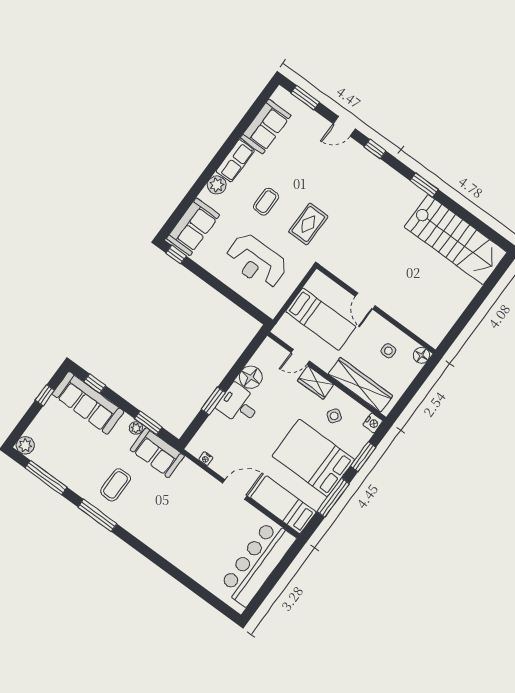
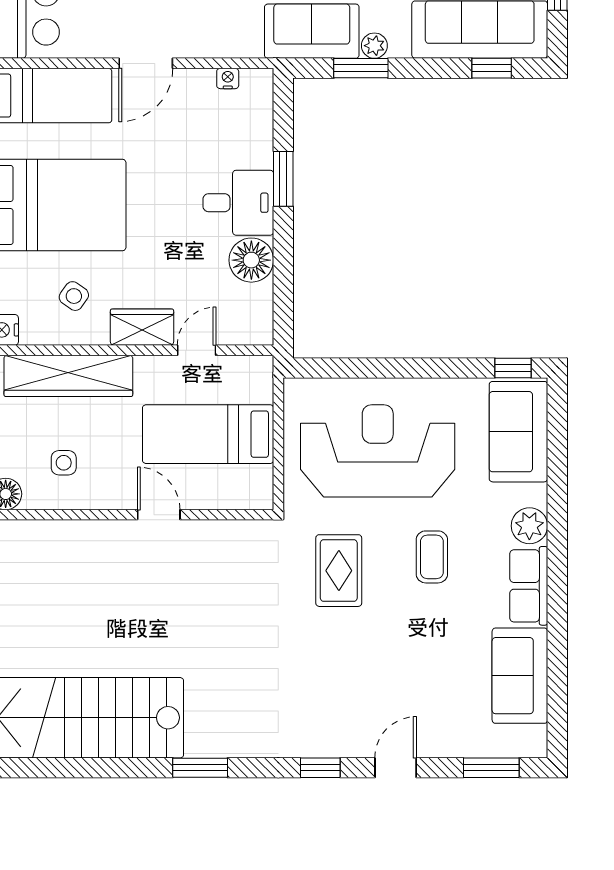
reception desk: (256, 261) -> (378, 451), width x1.36, depth x1.30

